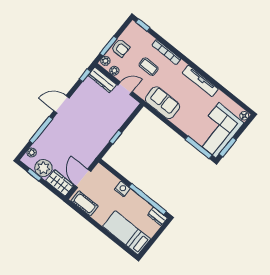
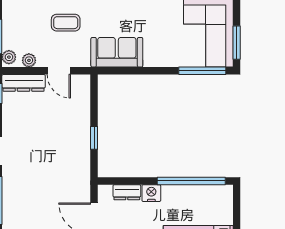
armchair: (121, 48) -> (15, 27), removed
door: (125, 88) -> (59, 71), swing flipped
dresser: (157, 216) -> (127, 192), moved

